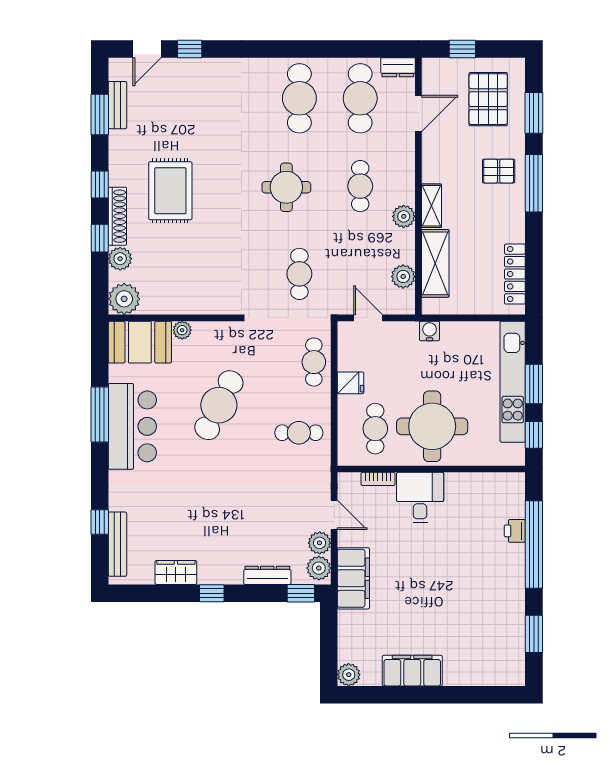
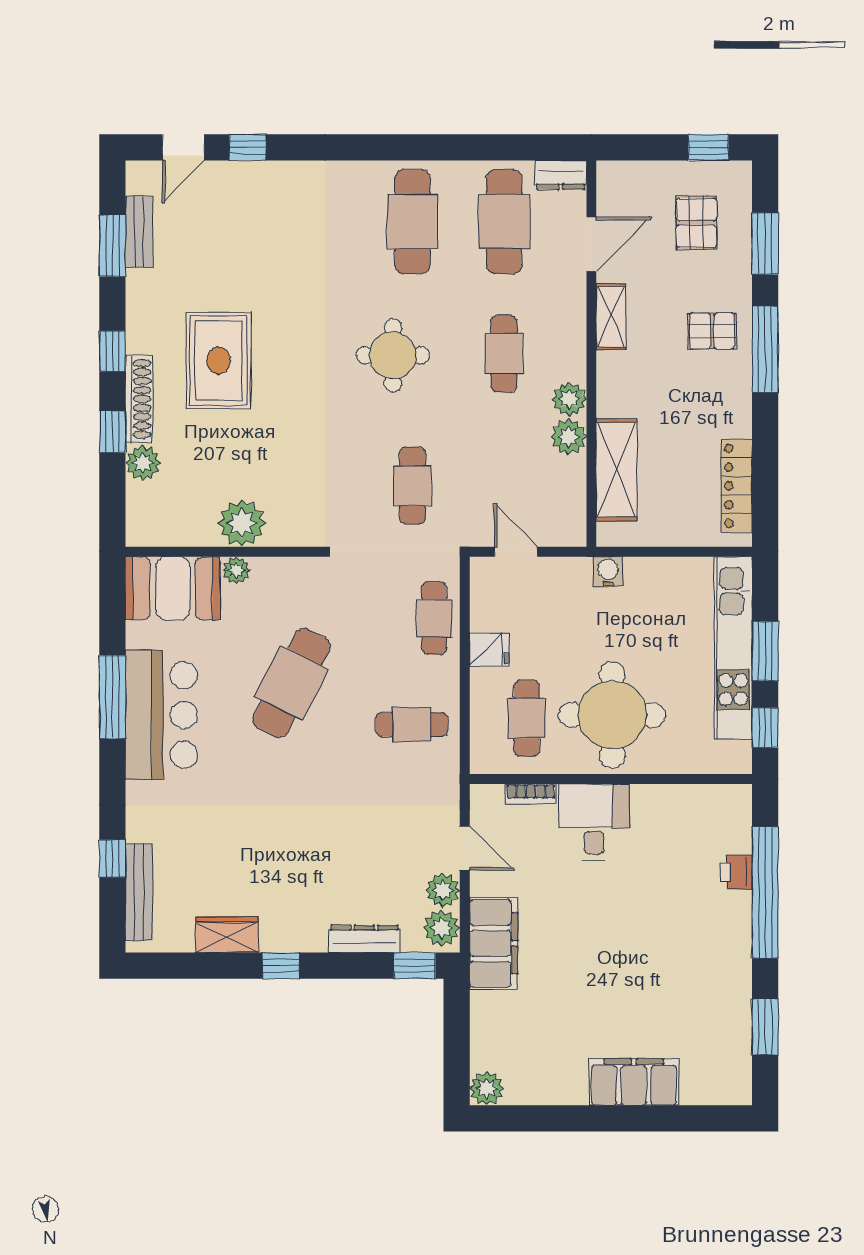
window: (462, 49) -> (708, 147), moved
pallet: (488, 99) -> (696, 223), width x0.67, depth x0.71
shelving: (431, 206) -> (611, 317), moved
plant: (403, 277) -> (569, 437), moved
plant: (124, 299) -> (242, 523), moved
filing cabinet: (412, 671) -> (634, 1082), moved

